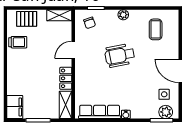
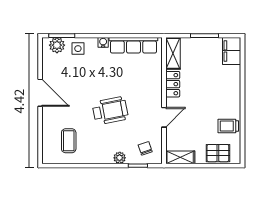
plant: (123, 15) -> (120, 158), moved
side table: (164, 94) -> (78, 49), moved

